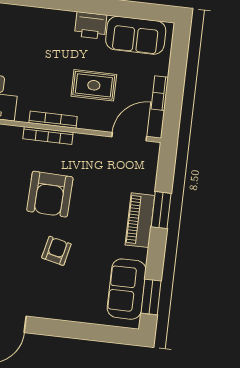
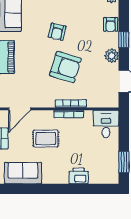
printer: (91, 25) -> (79, 176), moved
armchair: (50, 194) -> (65, 67), turned 105

